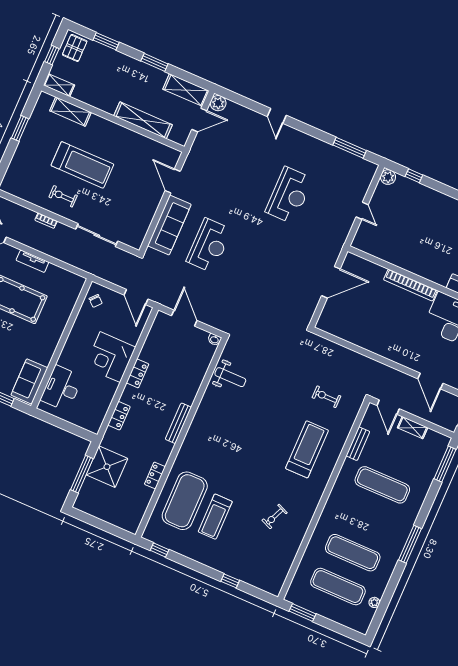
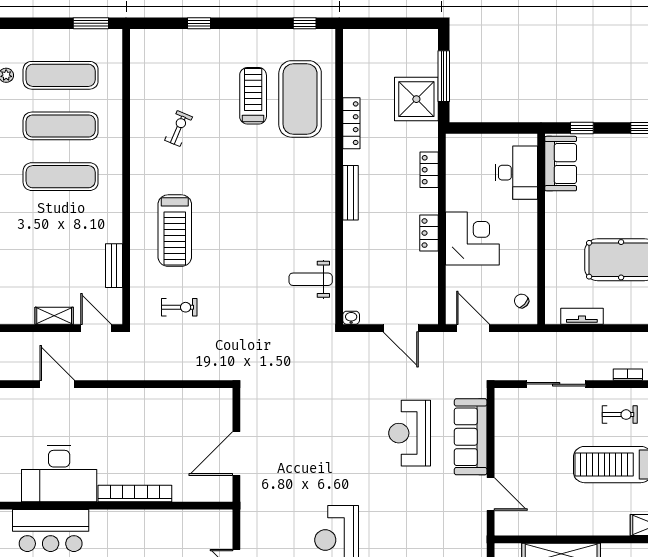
tv unit: (32, 261) -> (582, 316), moved
locker: (155, 475) -> (351, 123), width x1.53
exercise mat: (382, 485) -> (61, 177), moved

